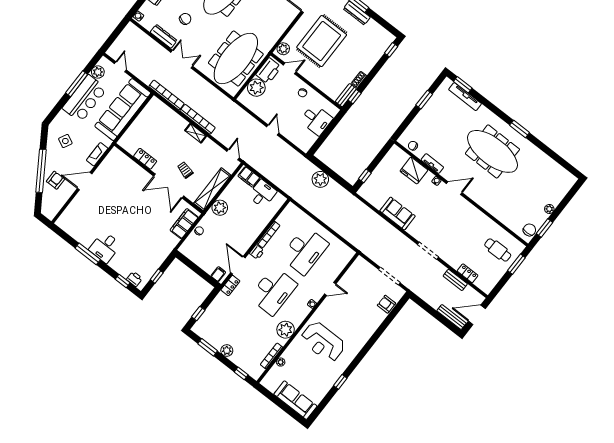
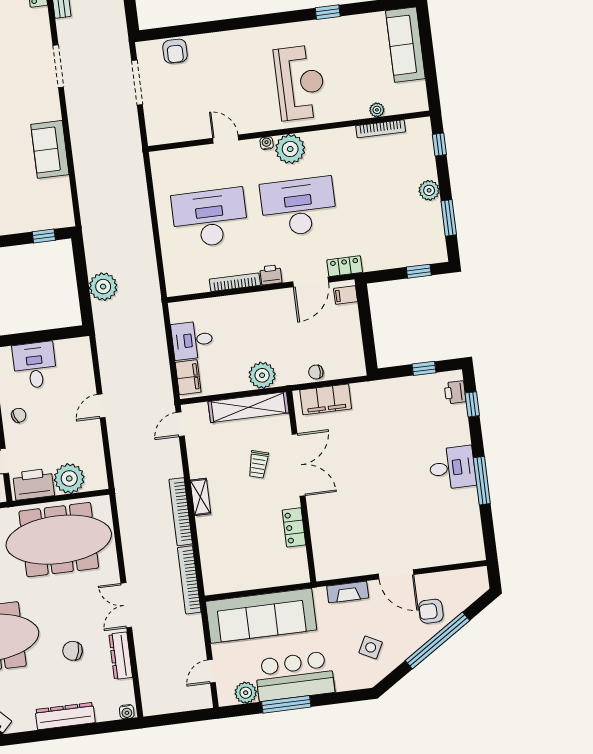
plant: (286, 330) -> (290, 149), moved

